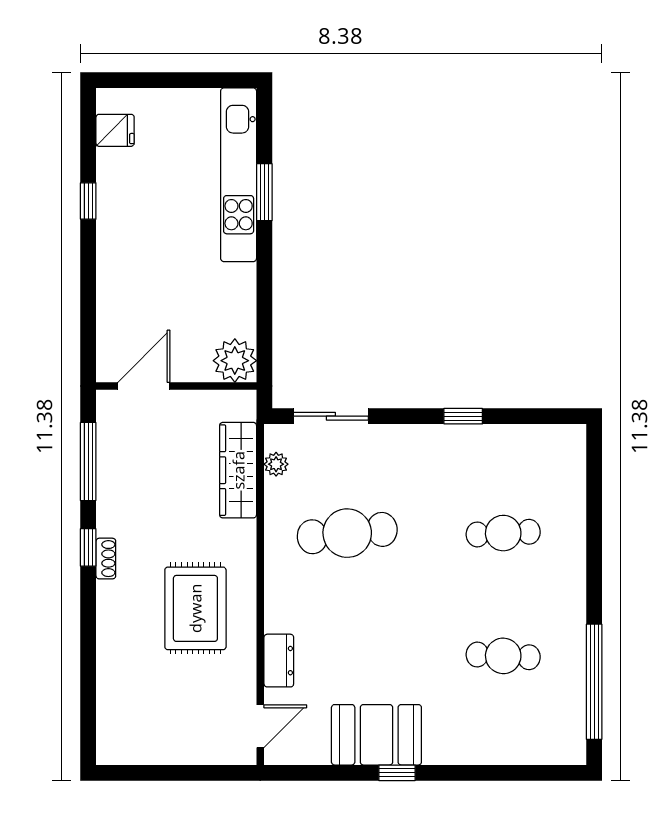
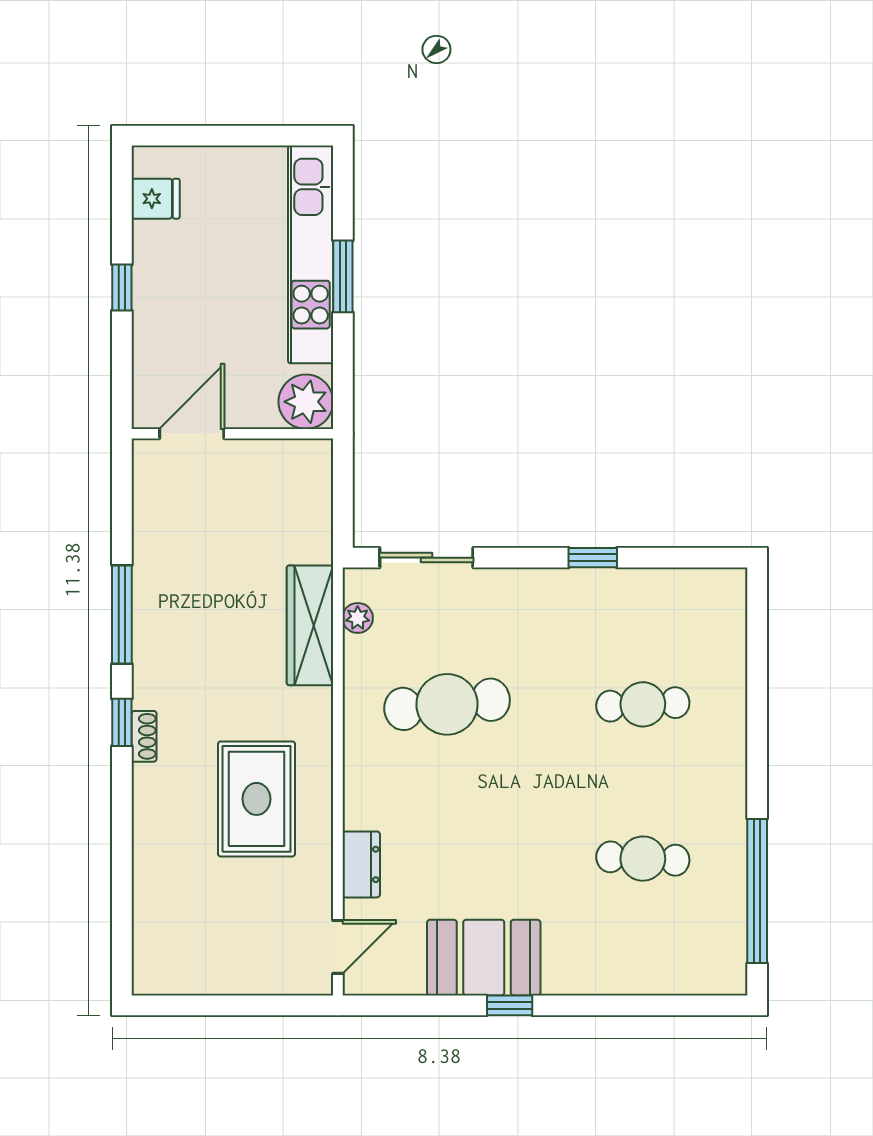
plant: (235, 361) -> (306, 402), moved
door: (144, 386) -> (192, 434), moved
wall: (176, 386) -> (232, 434), moved

